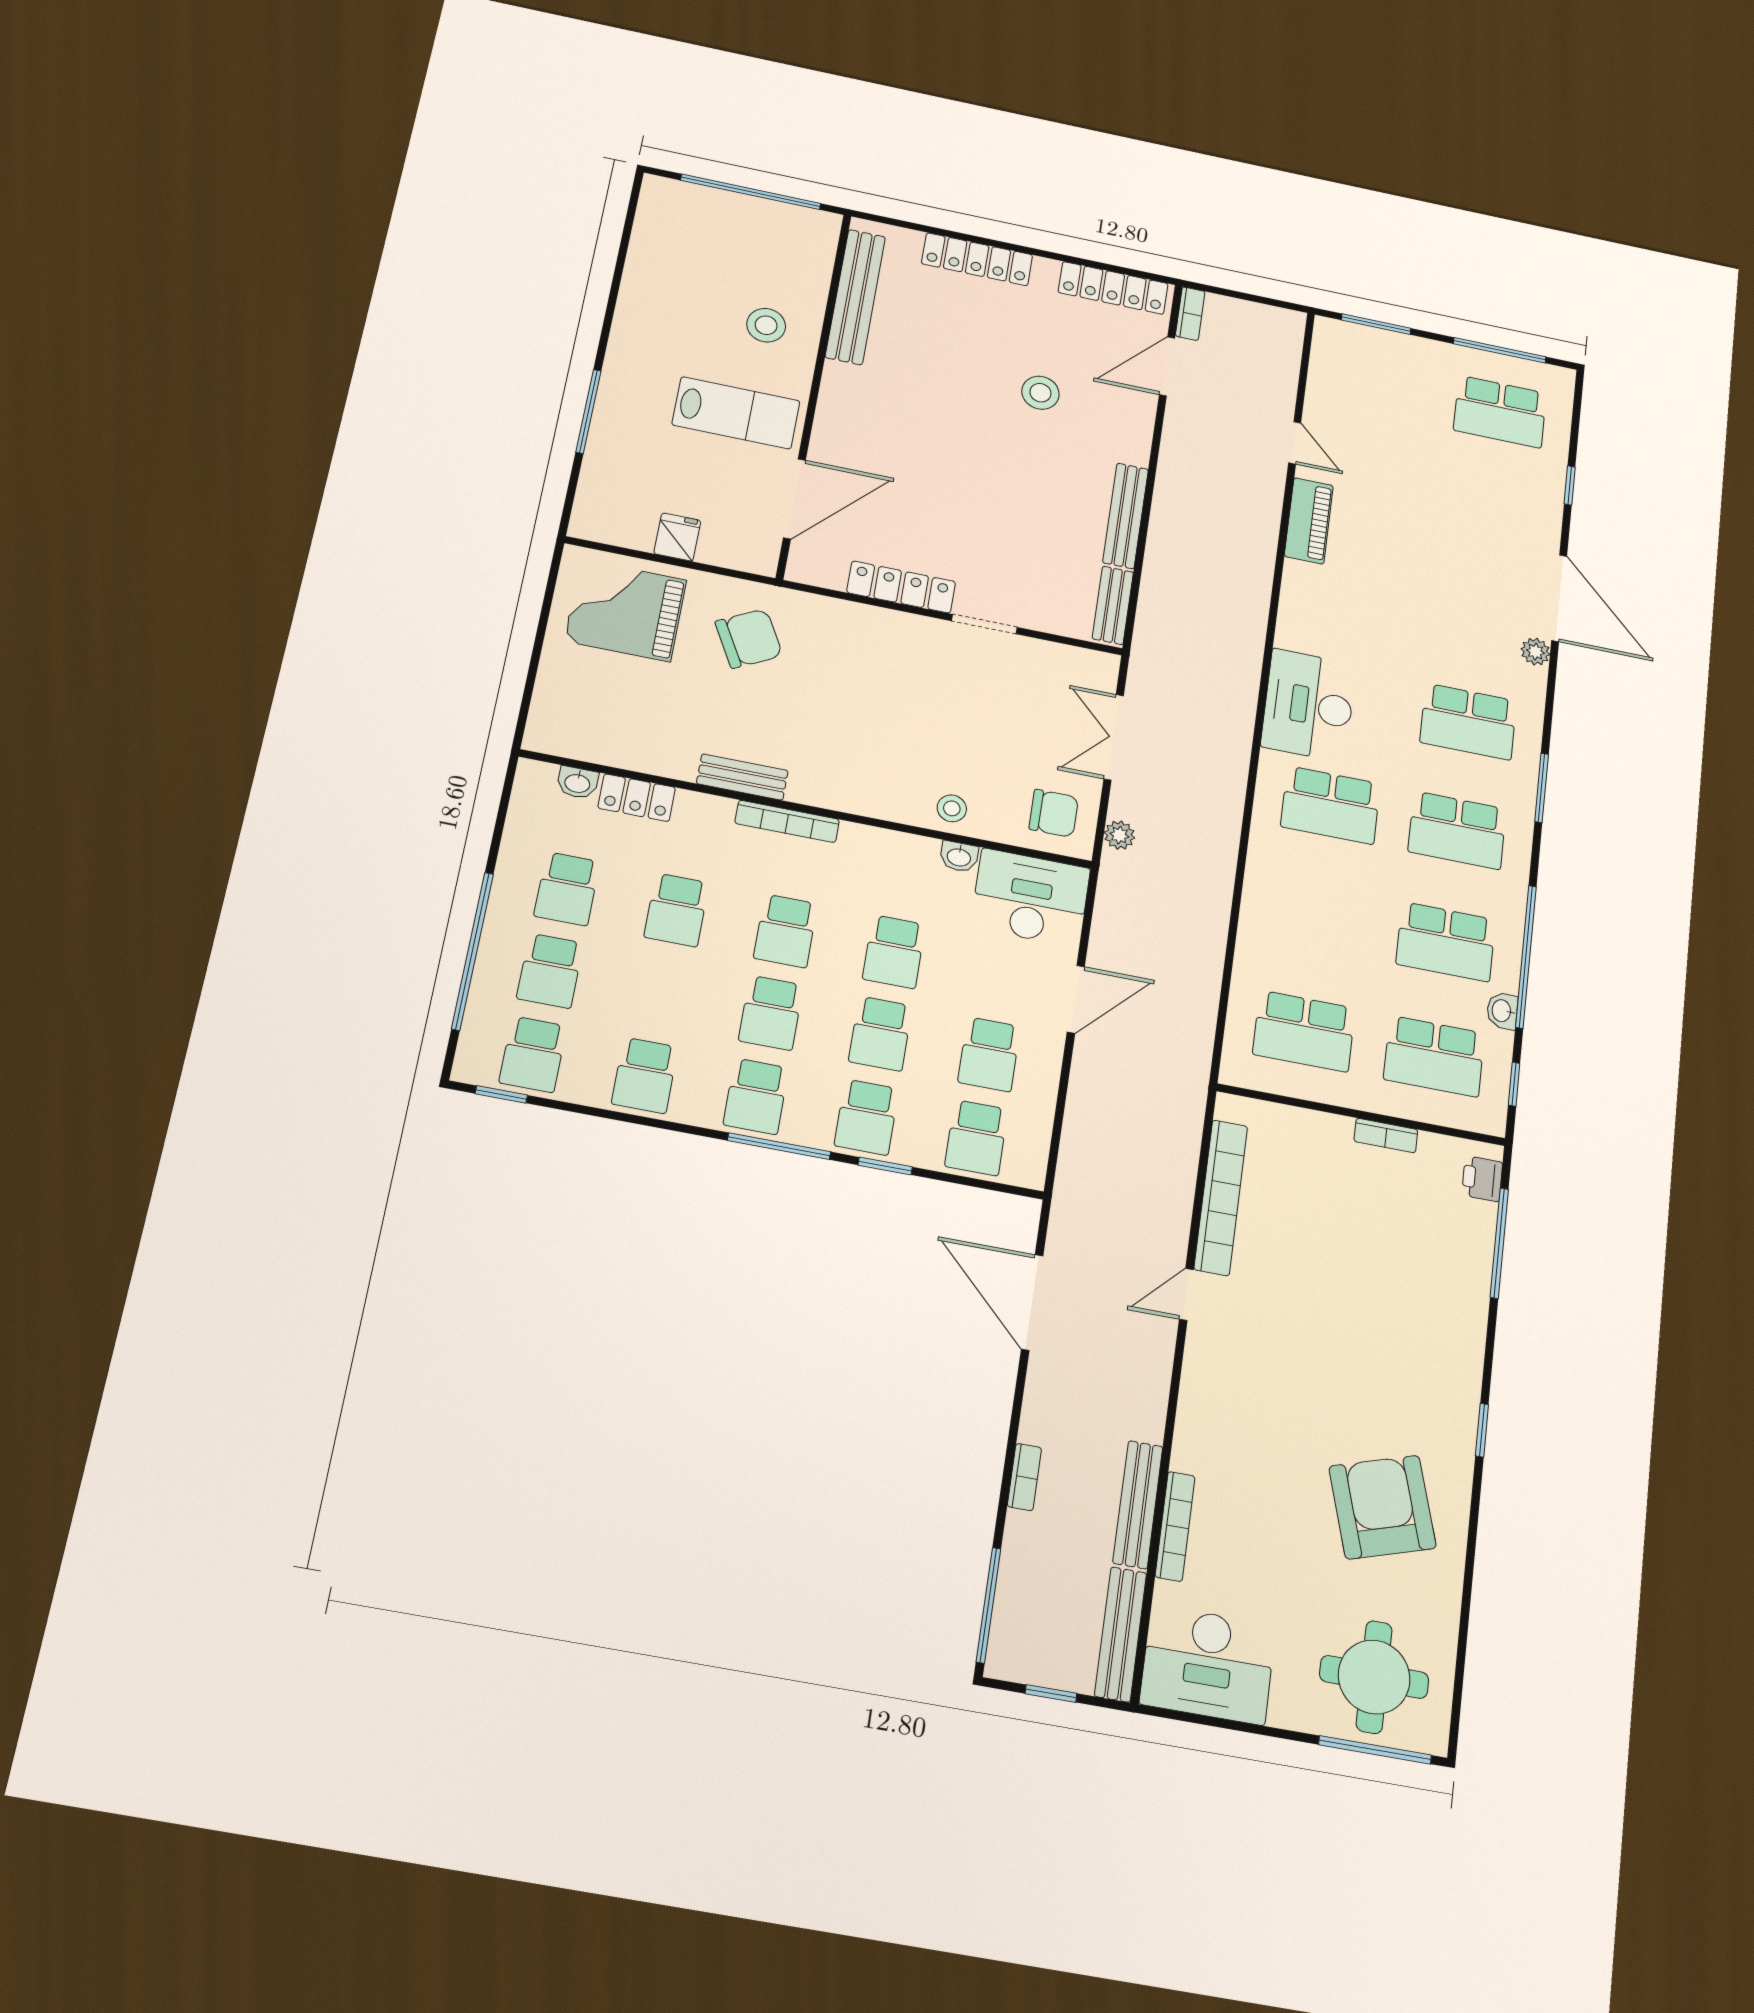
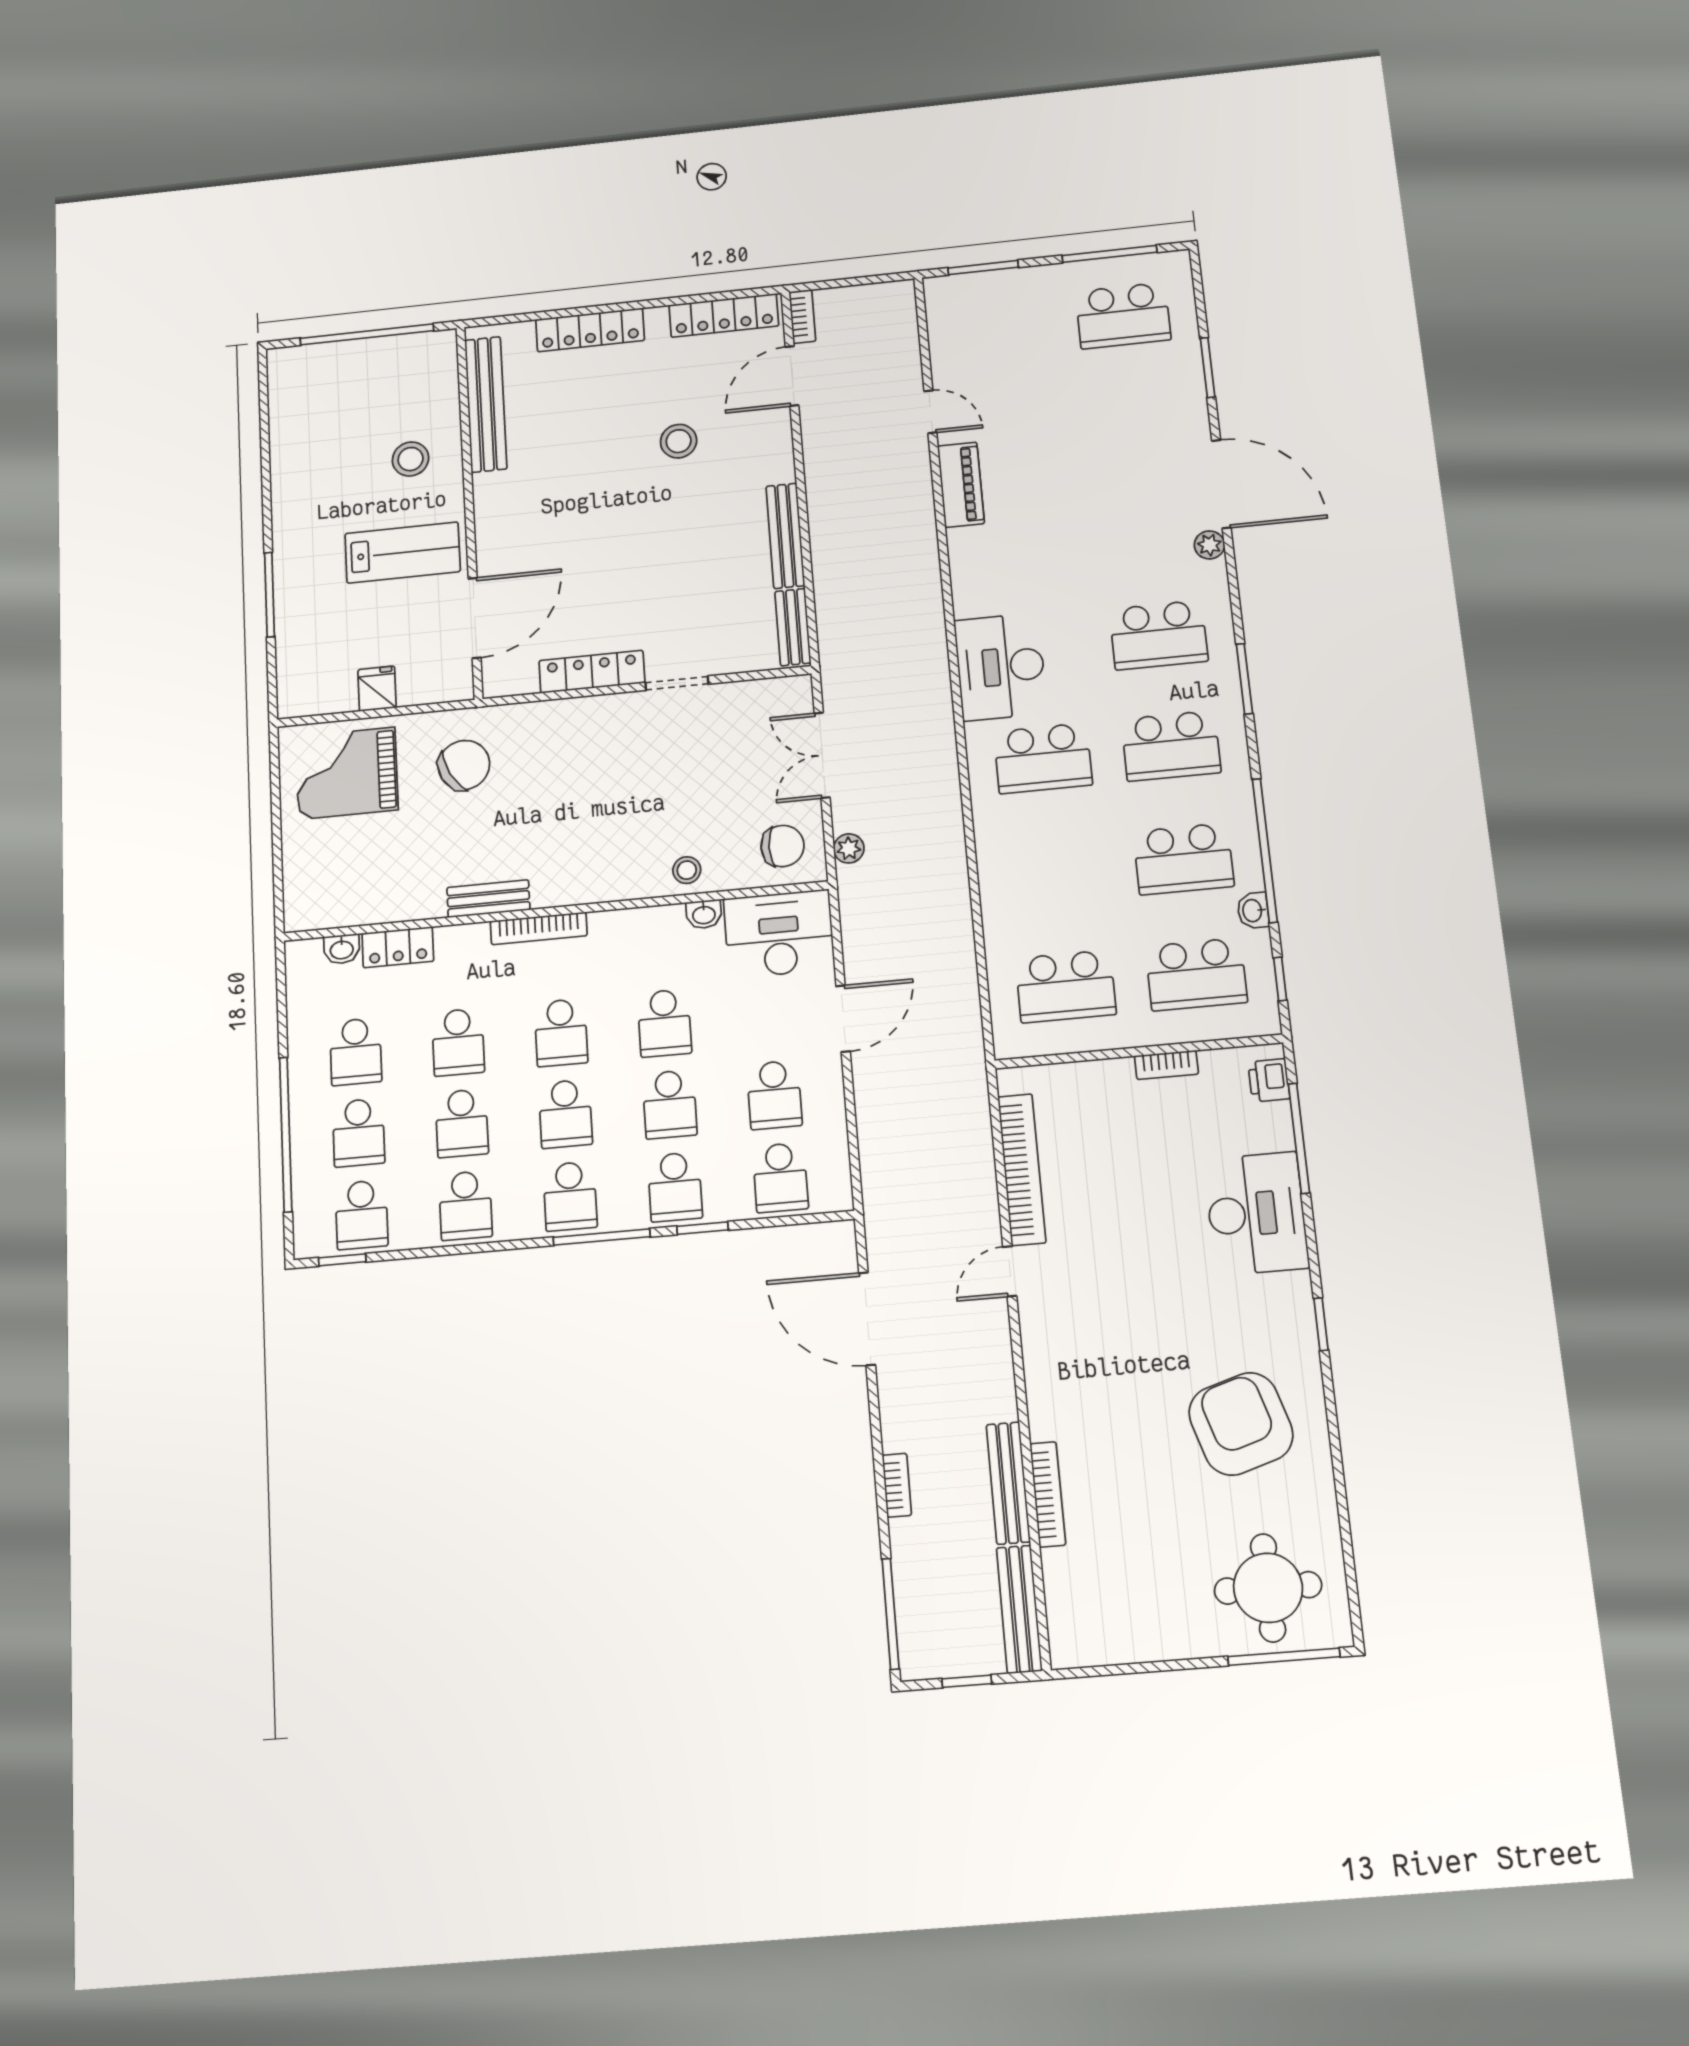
window: (1570, 485) -> (1208, 368), width x1.50
school desk: (661, 992) -> (462, 1123), added
desk: (1208, 1665) -> (1256, 1213), moved, turned -90

